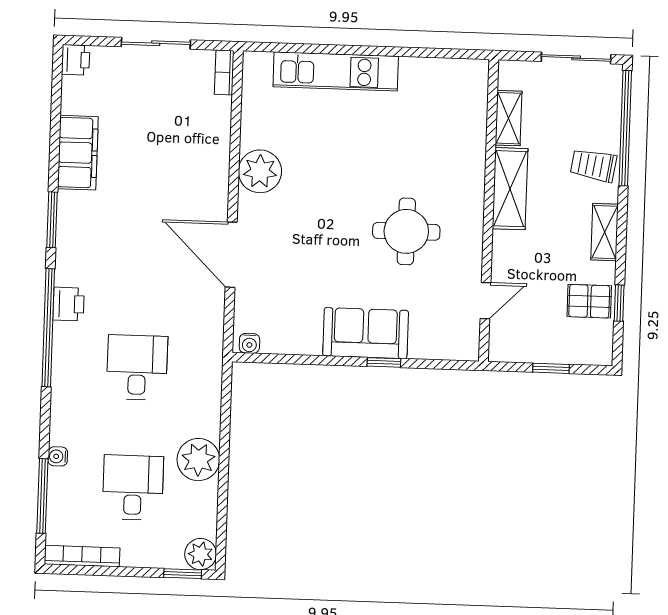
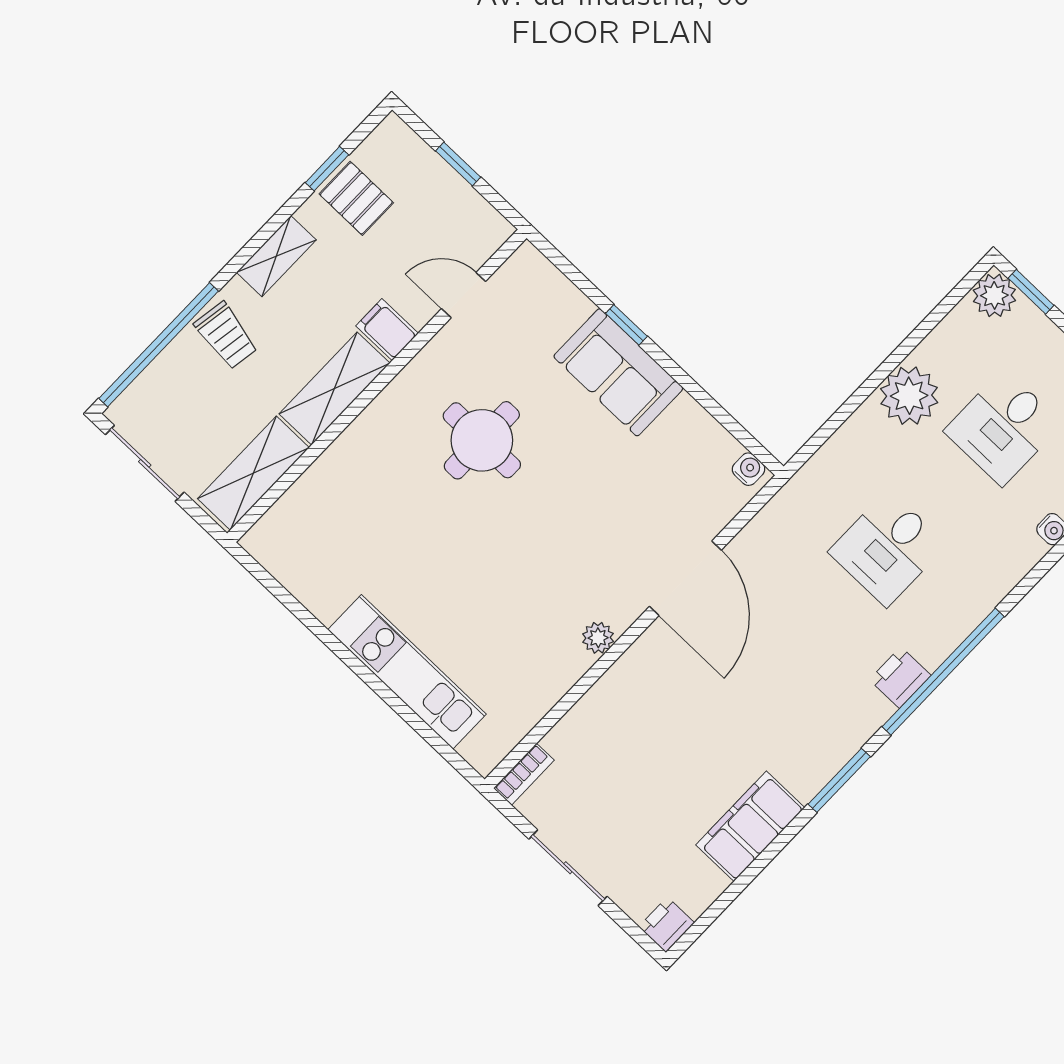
shelving: (509, 118) -> (253, 473), width x1.50, depth x1.33
plant: (260, 171) -> (598, 638), width x0.53, depth x0.53
filing cabinet: (510, 245) -> (387, 330), added

